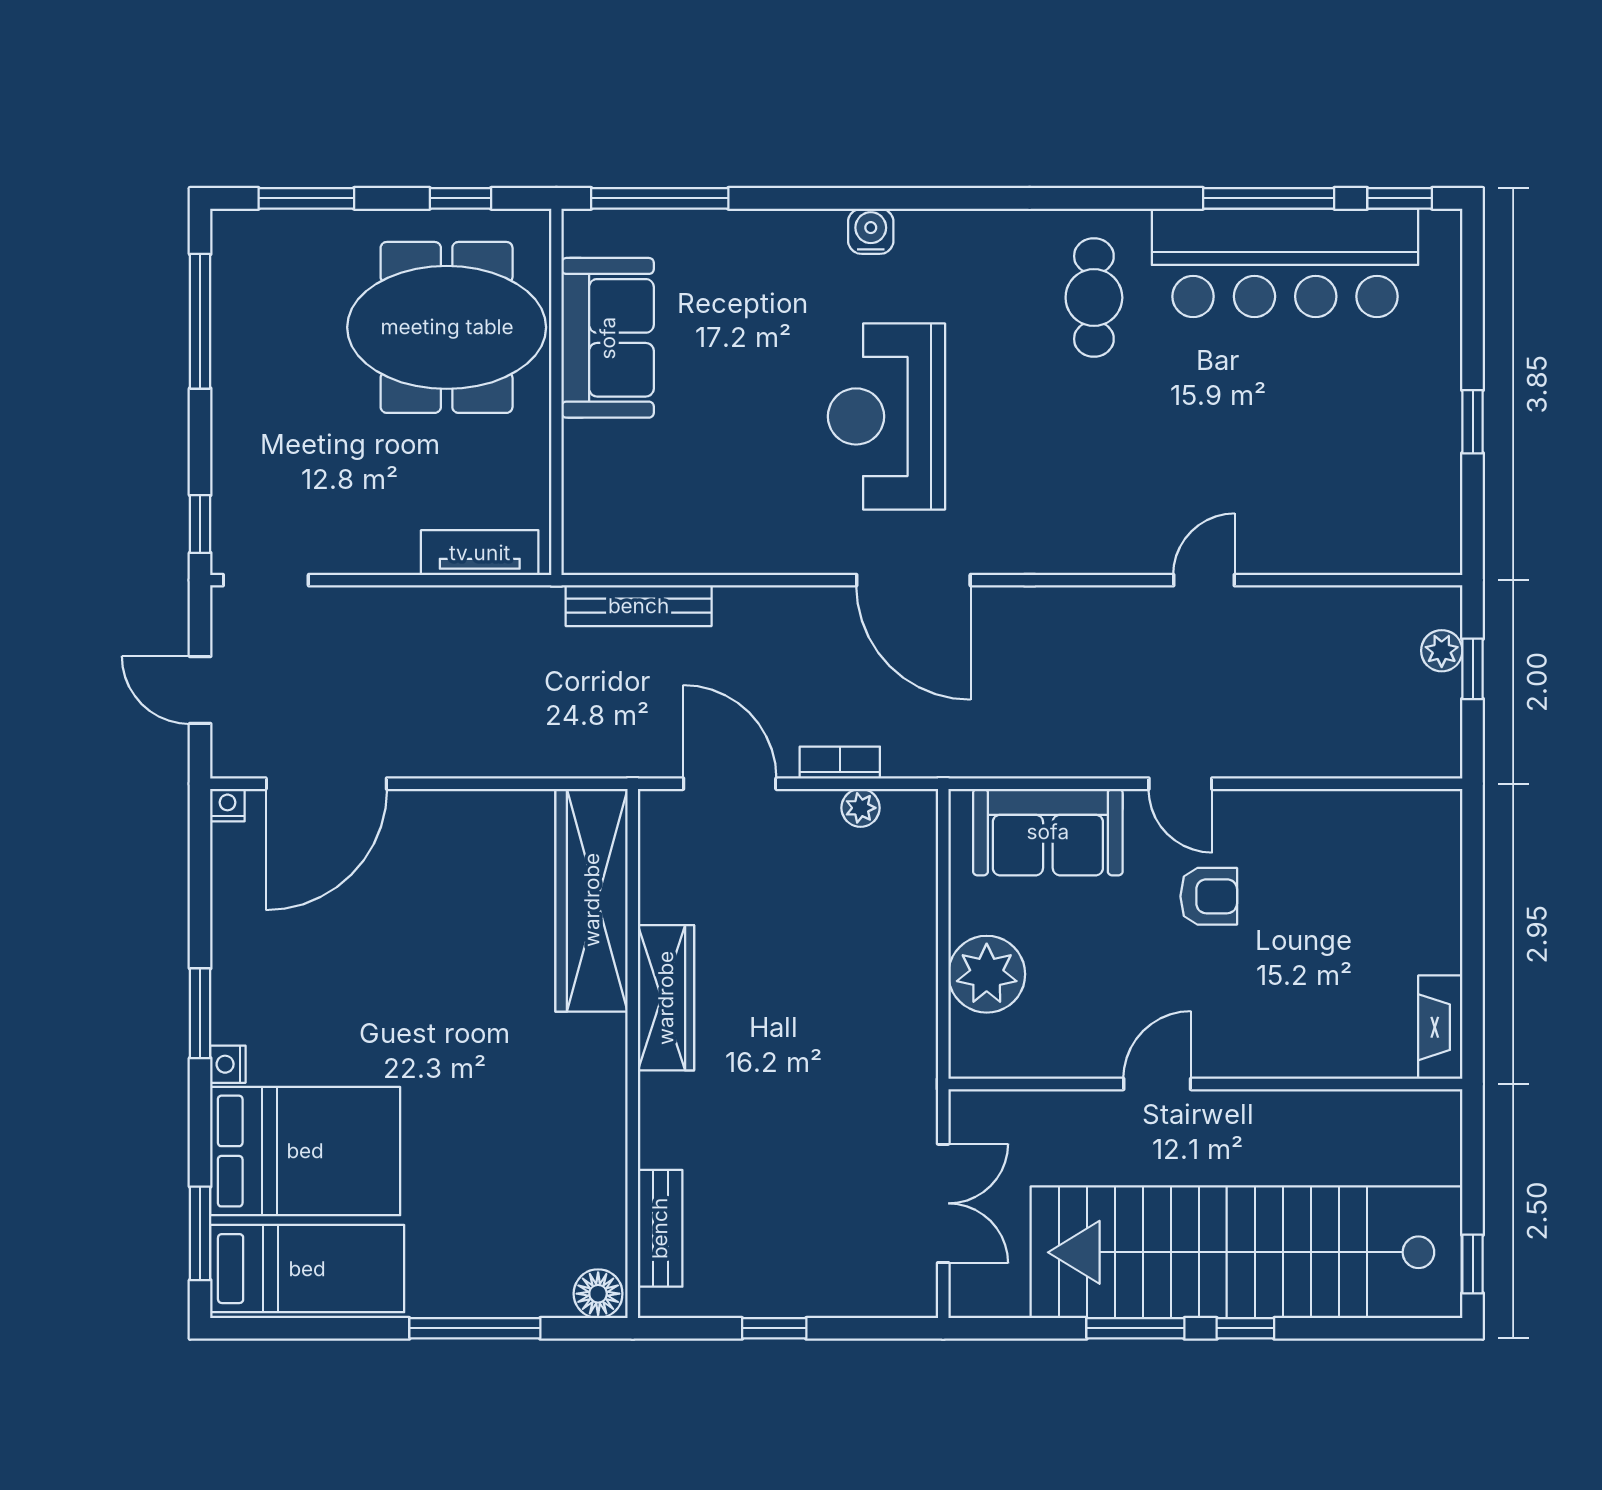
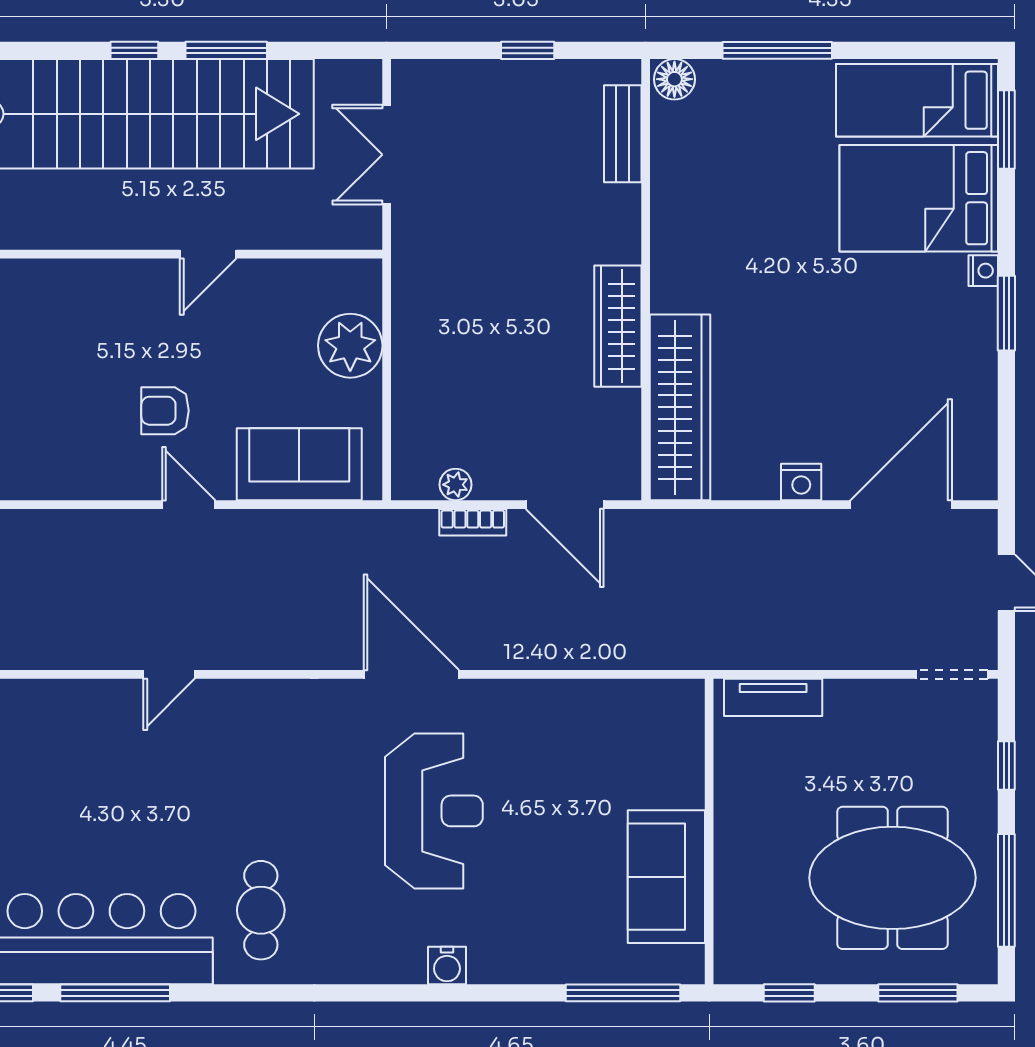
meeting table: (447, 327) -> (892, 878), moved
window: (200, 524) -> (1006, 765), moved
bench: (639, 606) -> (641, 653), removed
nightstand: (227, 805) -> (801, 482), moved, width x1.39, depth x1.35

